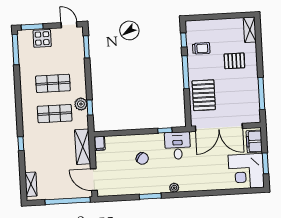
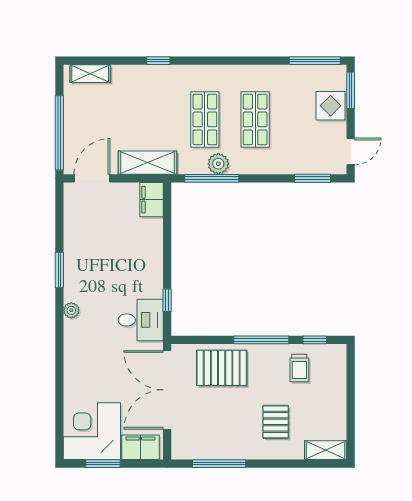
window: (90, 108) -> (212, 178), width x2.17
filing cabinet: (100, 143) -> (151, 200), width x2.00
chair: (142, 158) -> (123, 260), removed

